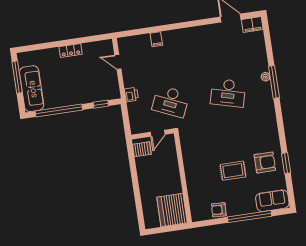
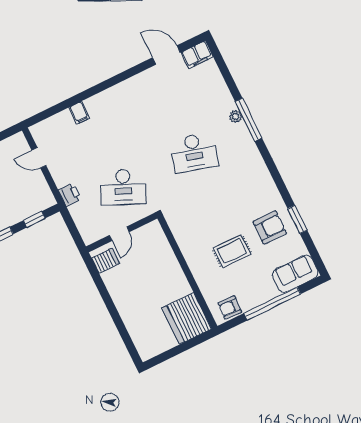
wall: (183, 178) -> (187, 272), moved
server rack: (172, 210) -> (187, 318), moved

